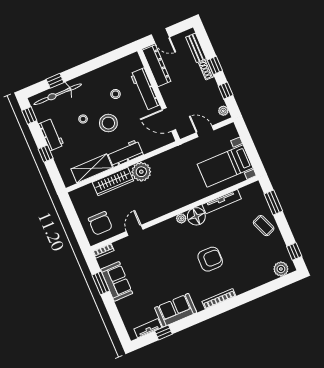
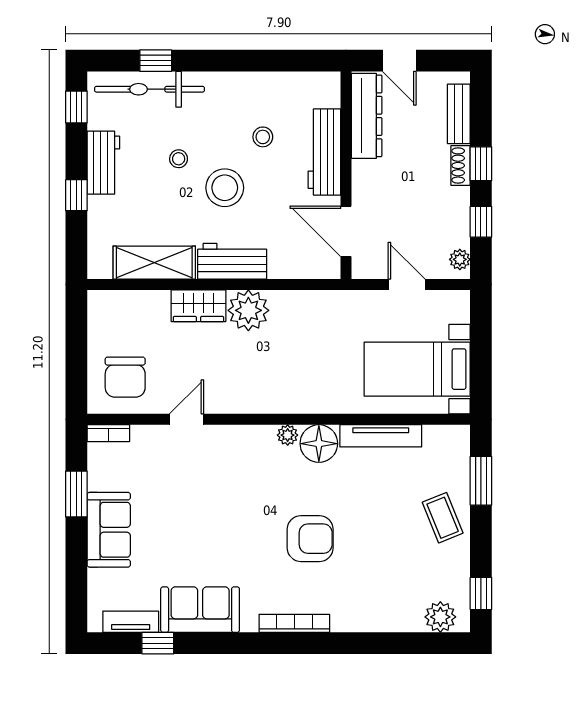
wardrobe: (113, 181) -> (198, 306), width x0.67
sofa: (117, 281) -> (109, 530), moved

